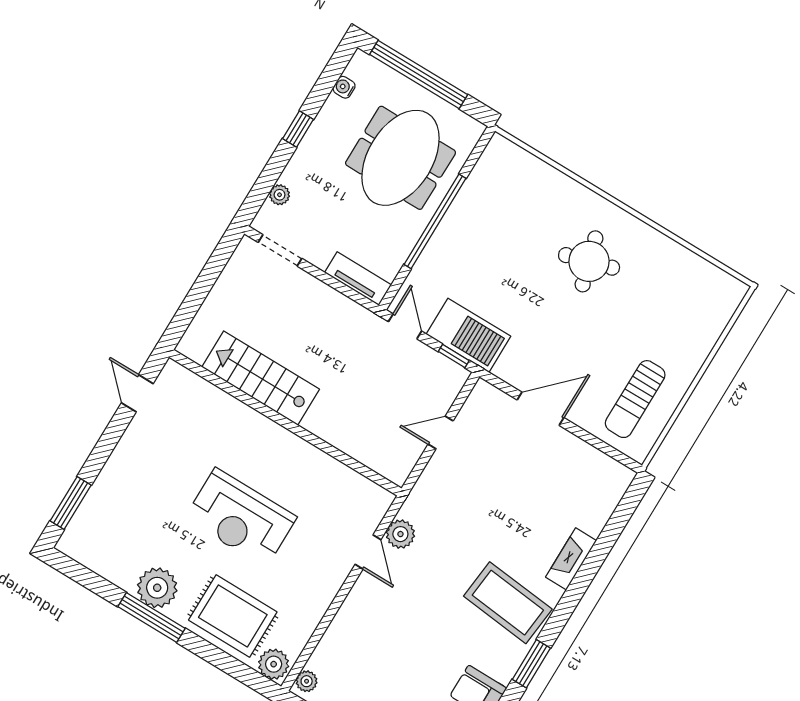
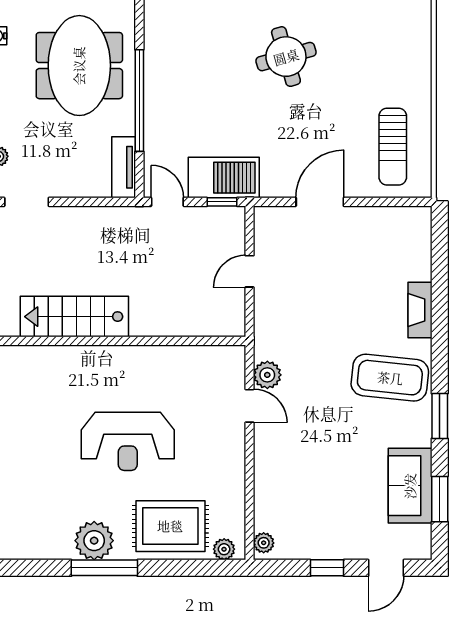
tv unit: (358, 279) -> (124, 167), moved, turned -90
plant: (274, 664) -> (224, 549), width x0.73, depth x0.73

